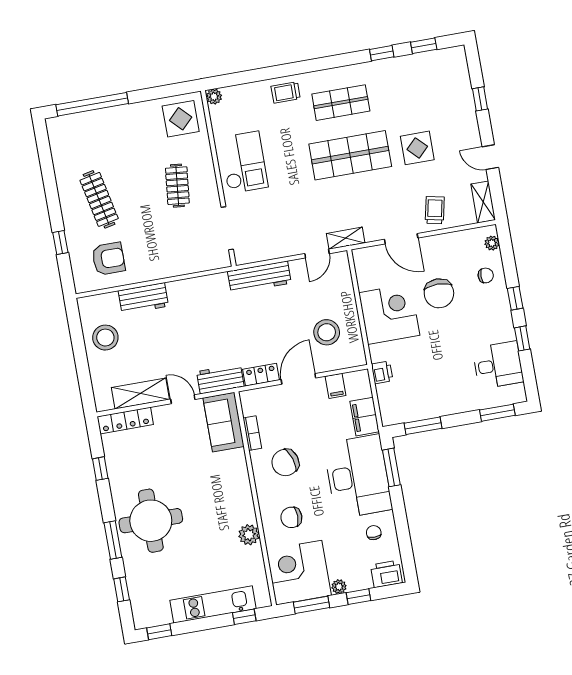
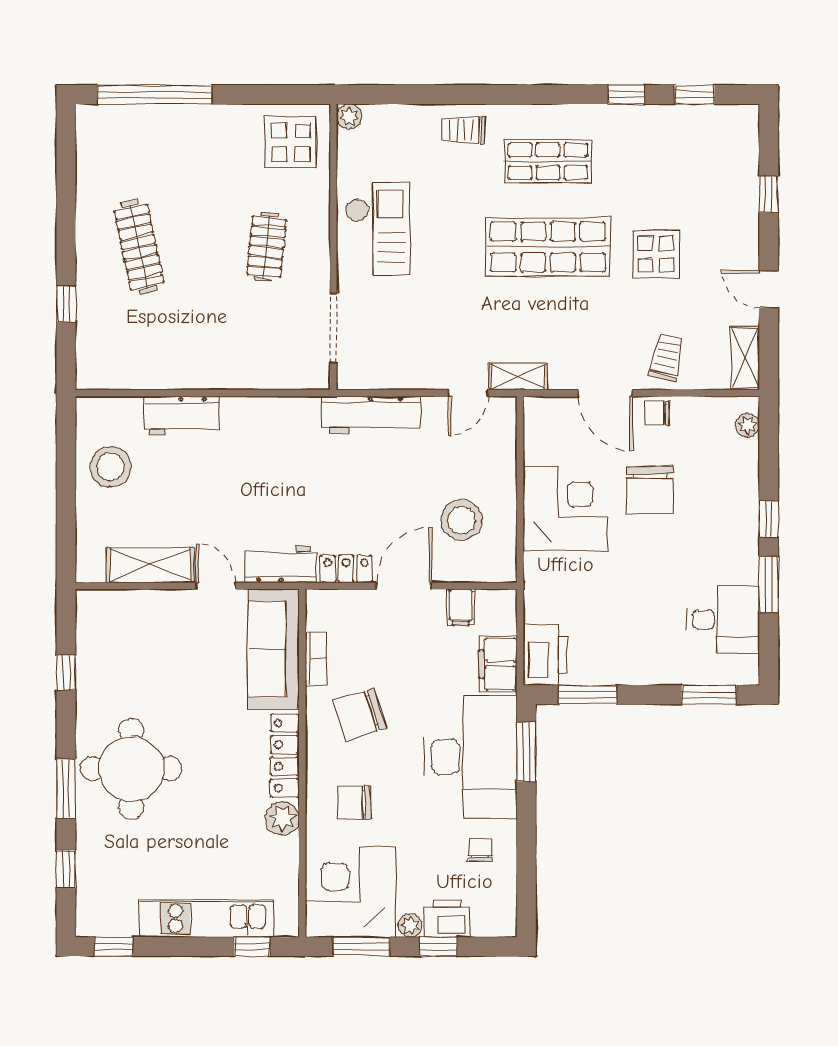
armchair: (108, 259) -> (137, 343), removed
chair: (486, 275) -> (657, 413), moved, turned 180
window: (522, 338) -> (769, 584), width x1.50
printer: (382, 372) -> (545, 655), moved, width x1.87, depth x1.48
locker: (125, 420) -> (285, 756), moved, turned 90
sofa: (223, 422) -> (274, 649), width x1.36
printer: (386, 574) -> (447, 918), moved

